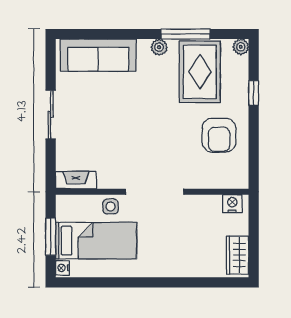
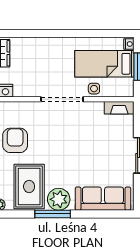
window: (186, 34) -> (53, 214), moved
plant: (159, 47) -> (59, 199), width x1.88, depth x1.88

